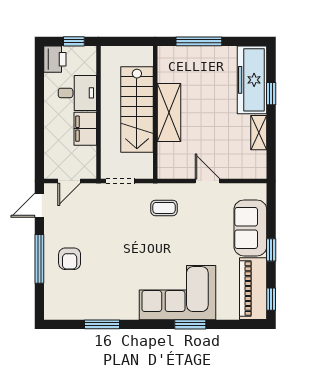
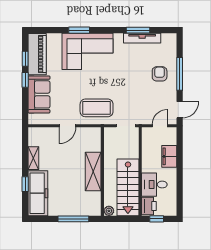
plant: (146, 54) -> (109, 211), added
printer: (55, 59) -> (149, 206), moved, turned 180
stairs: (137, 110) -> (128, 187), moved, turned 180
filing cabinet: (85, 129) -> (169, 156), moved, turned 180
door: (208, 181) -> (67, 126), hinge flipped
coffee table: (164, 208) -> (97, 108), width x1.86, depth x1.72
window: (271, 299) -> (25, 59), moved
tv unit: (96, 312) -> (142, 38), added

